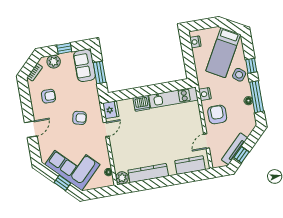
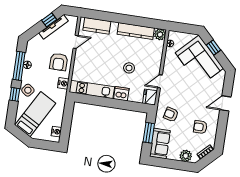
window: (64, 48) -> (173, 164), removed
armchair: (79, 118) -> (171, 115), moved
stool: (142, 133) -> (129, 68), added

